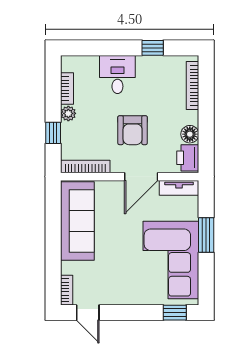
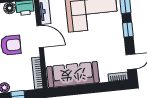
window: (138, 313) -> (128, 30), added

